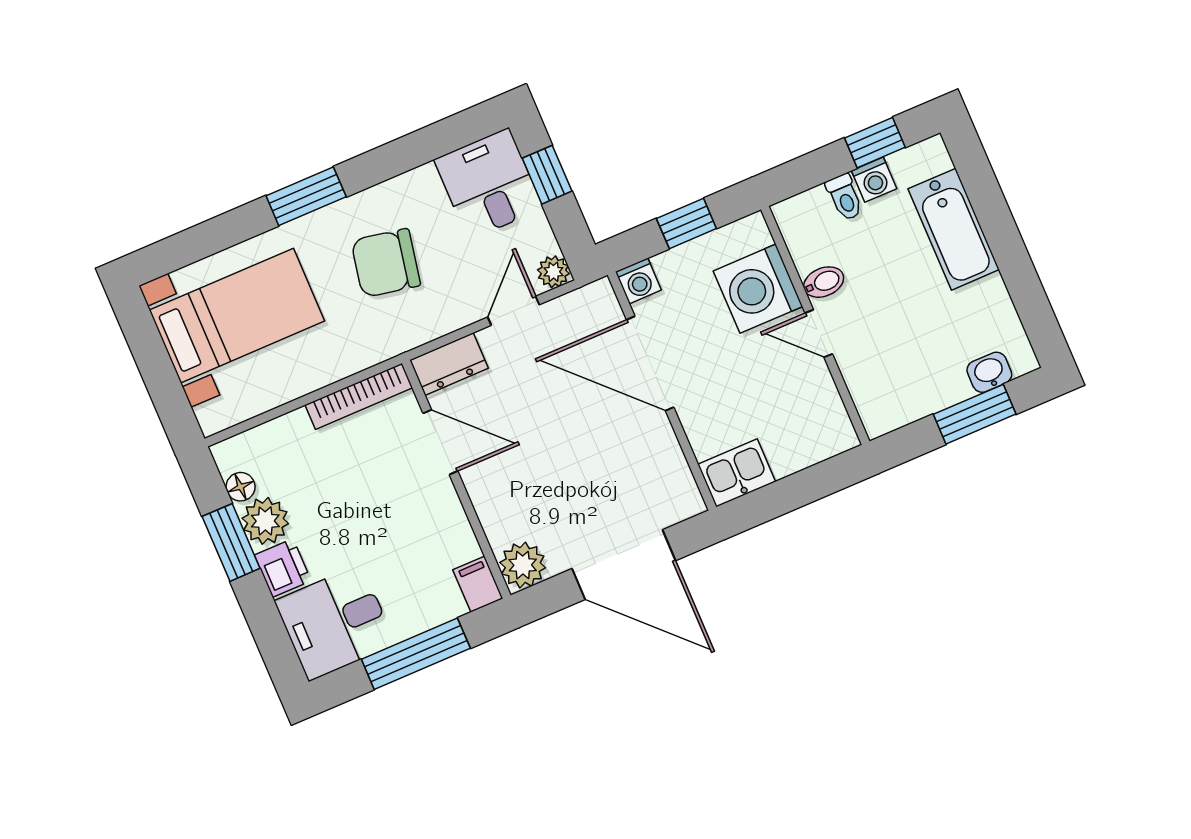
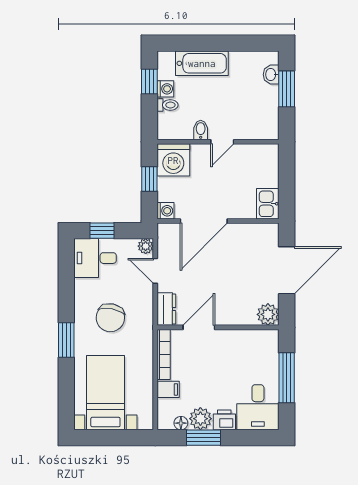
washing machine: (758, 289) -> (173, 160), moved
filing cabinet: (478, 584) -> (168, 389), moved, turned 180

